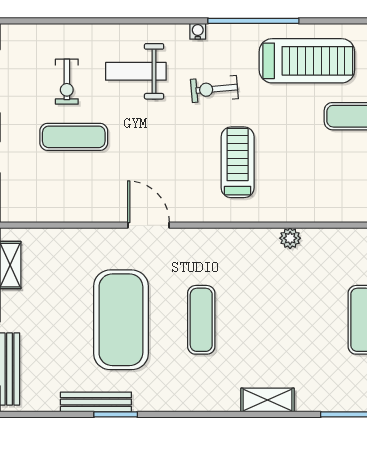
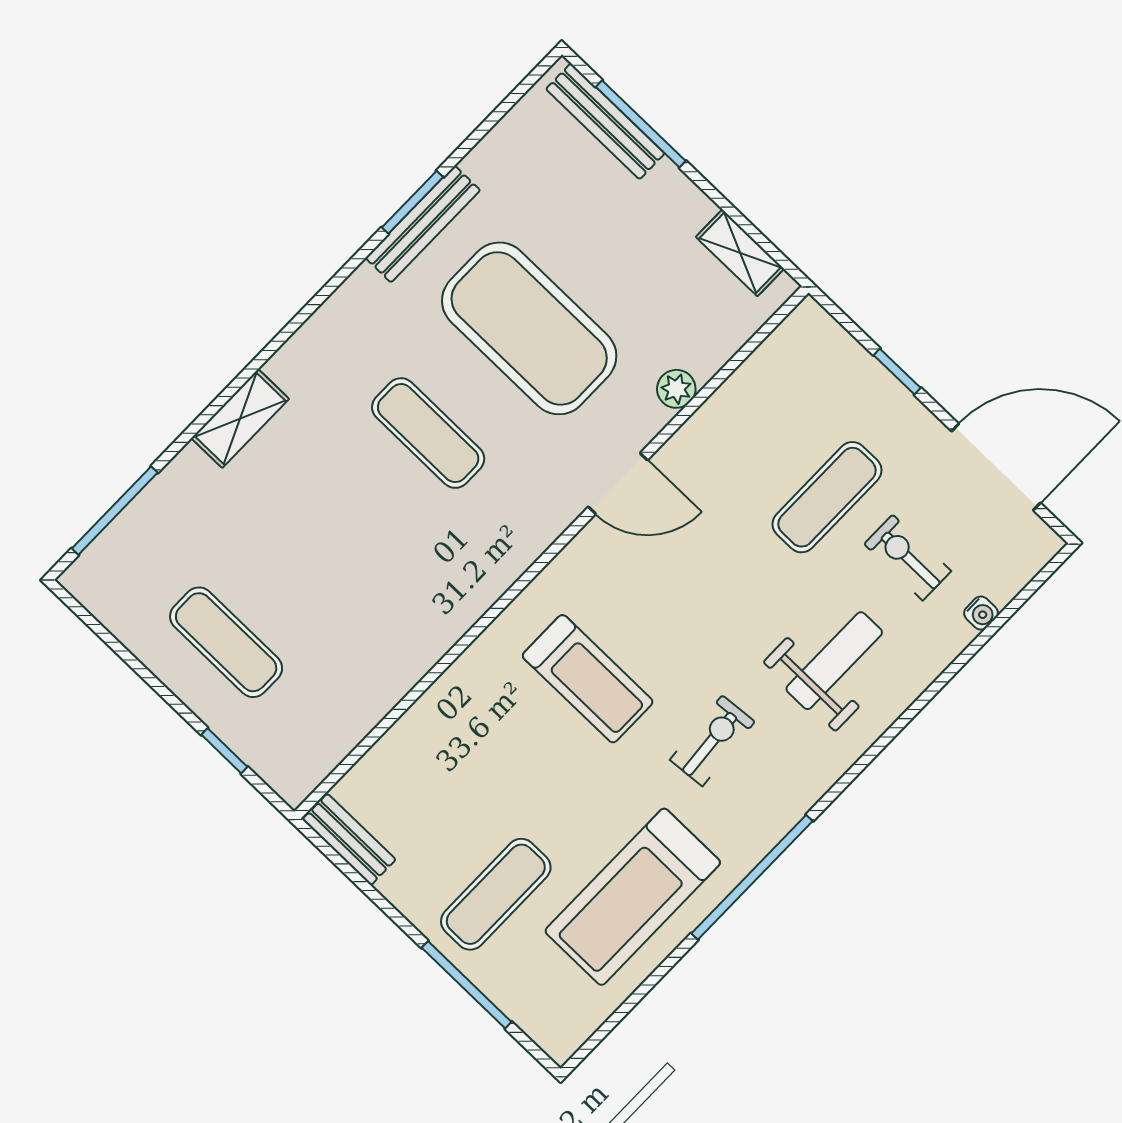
water cooler: (198, 31) -> (981, 613), moved
plant: (290, 238) -> (676, 389), moved
bench: (96, 402) -> (423, 224), moved

